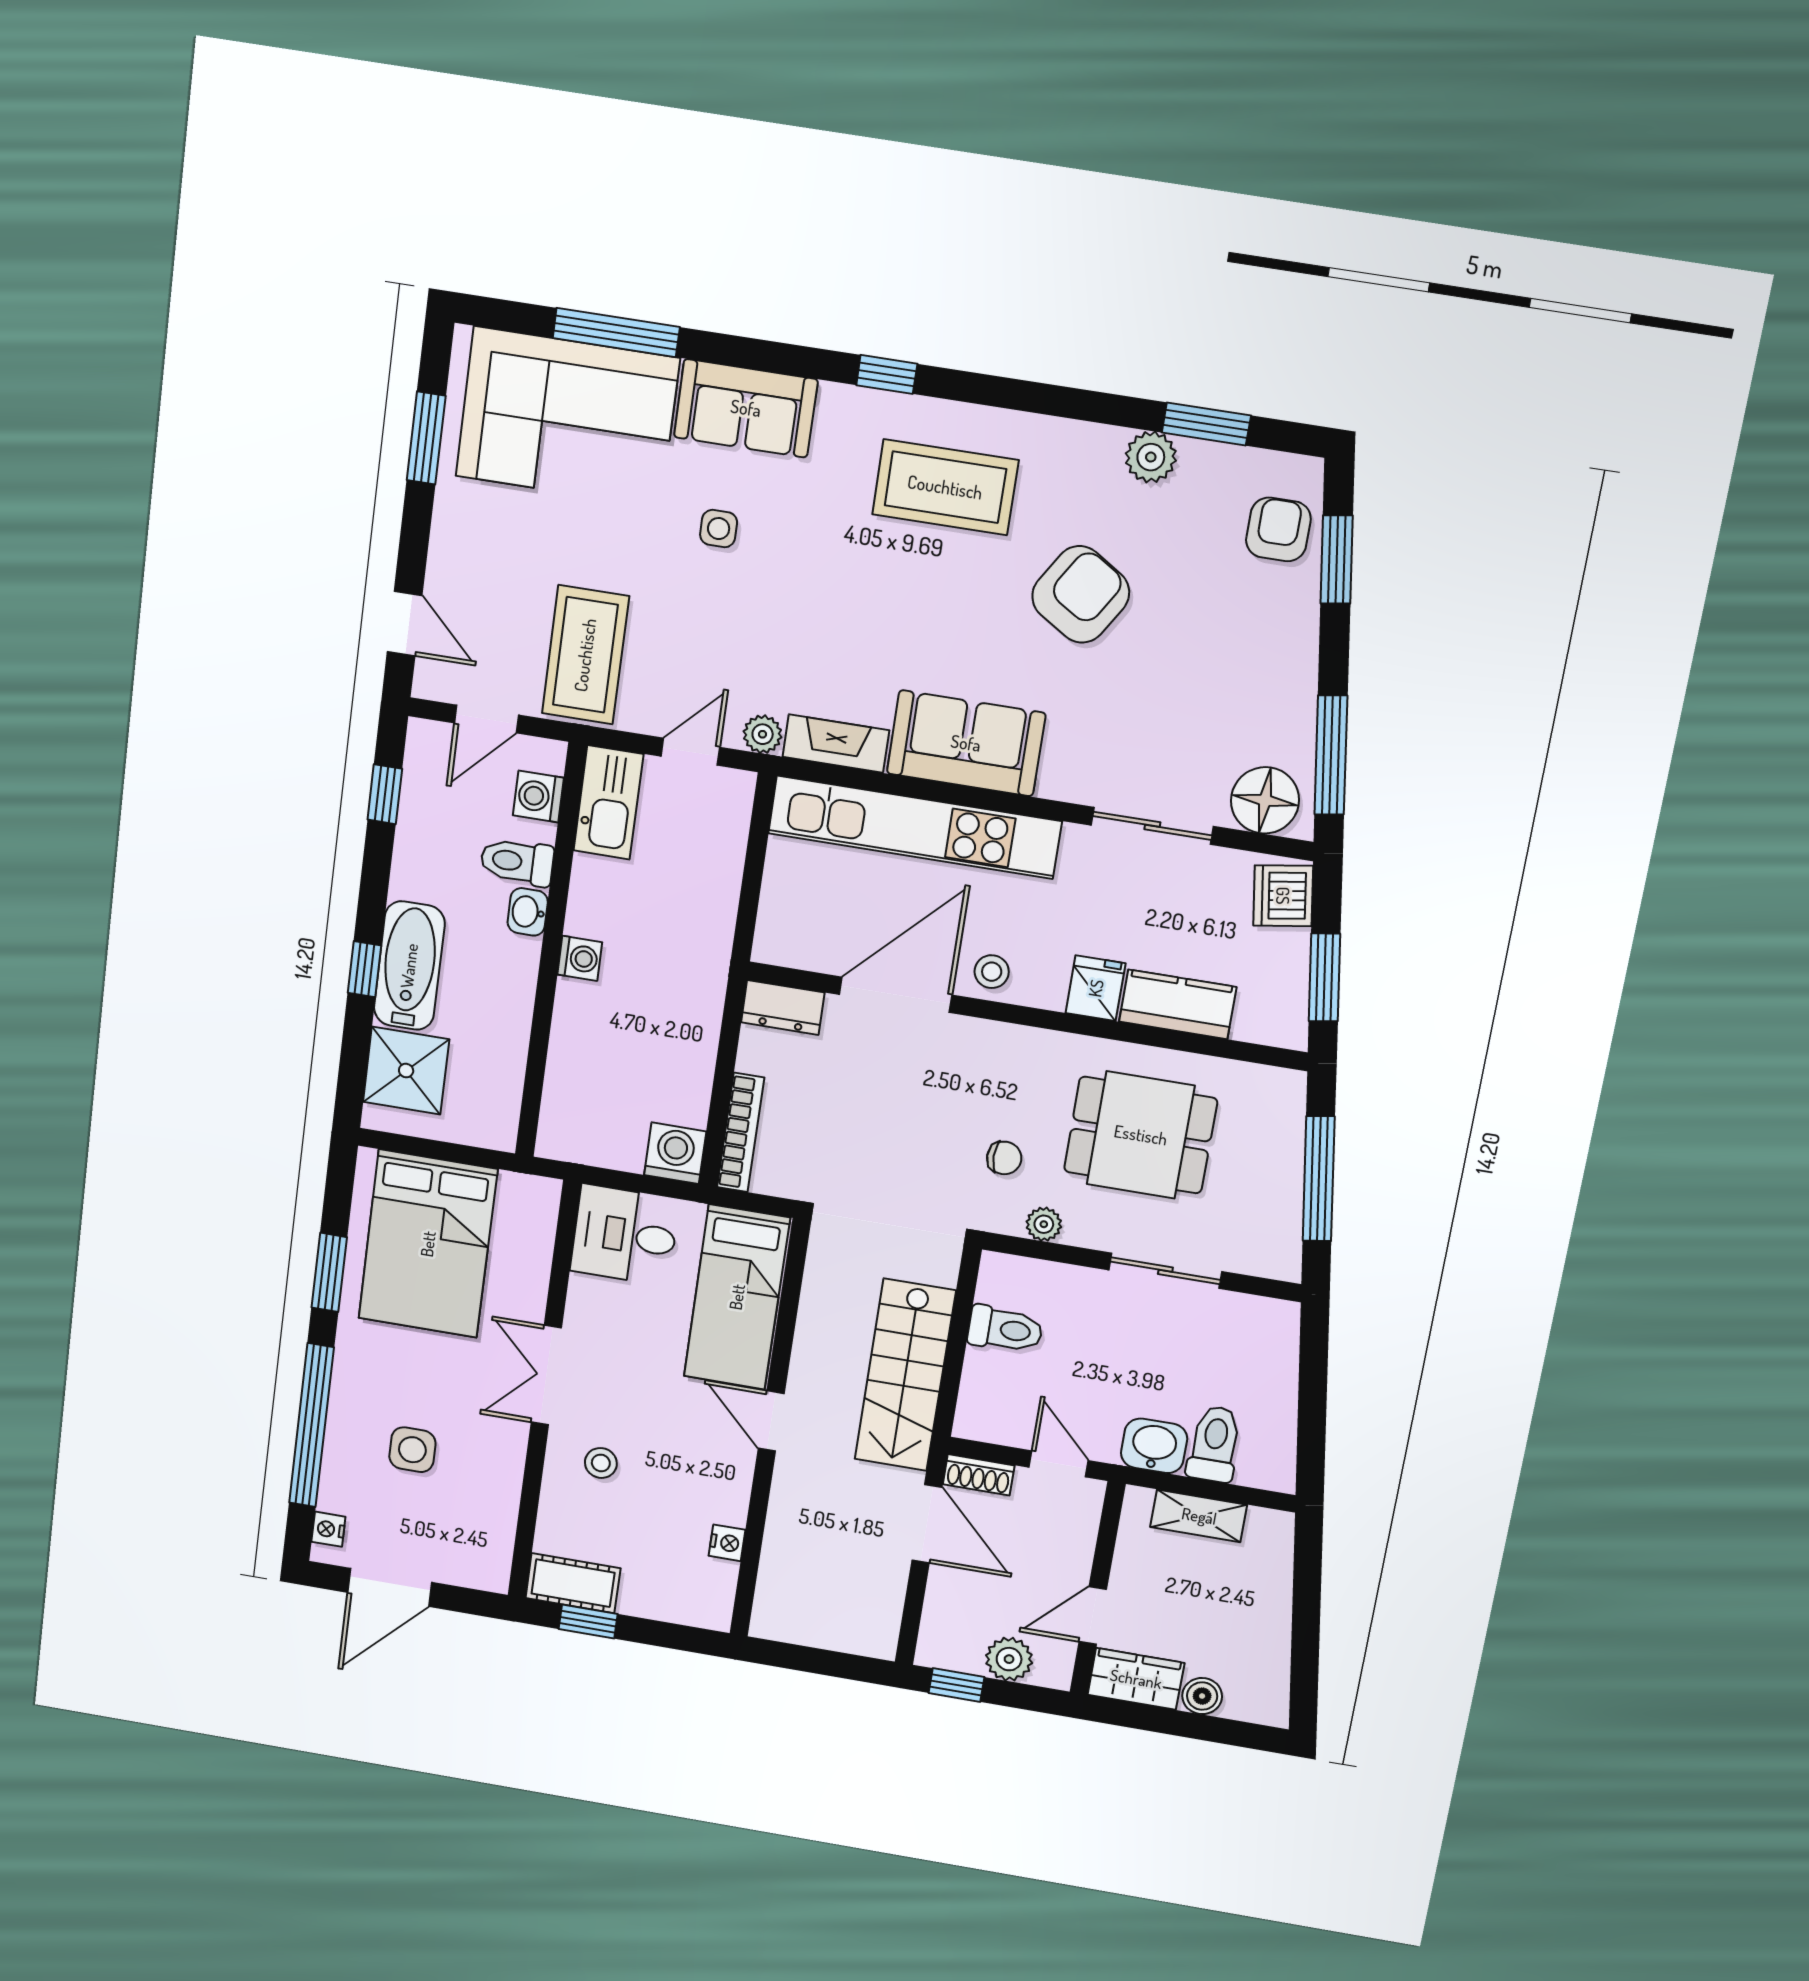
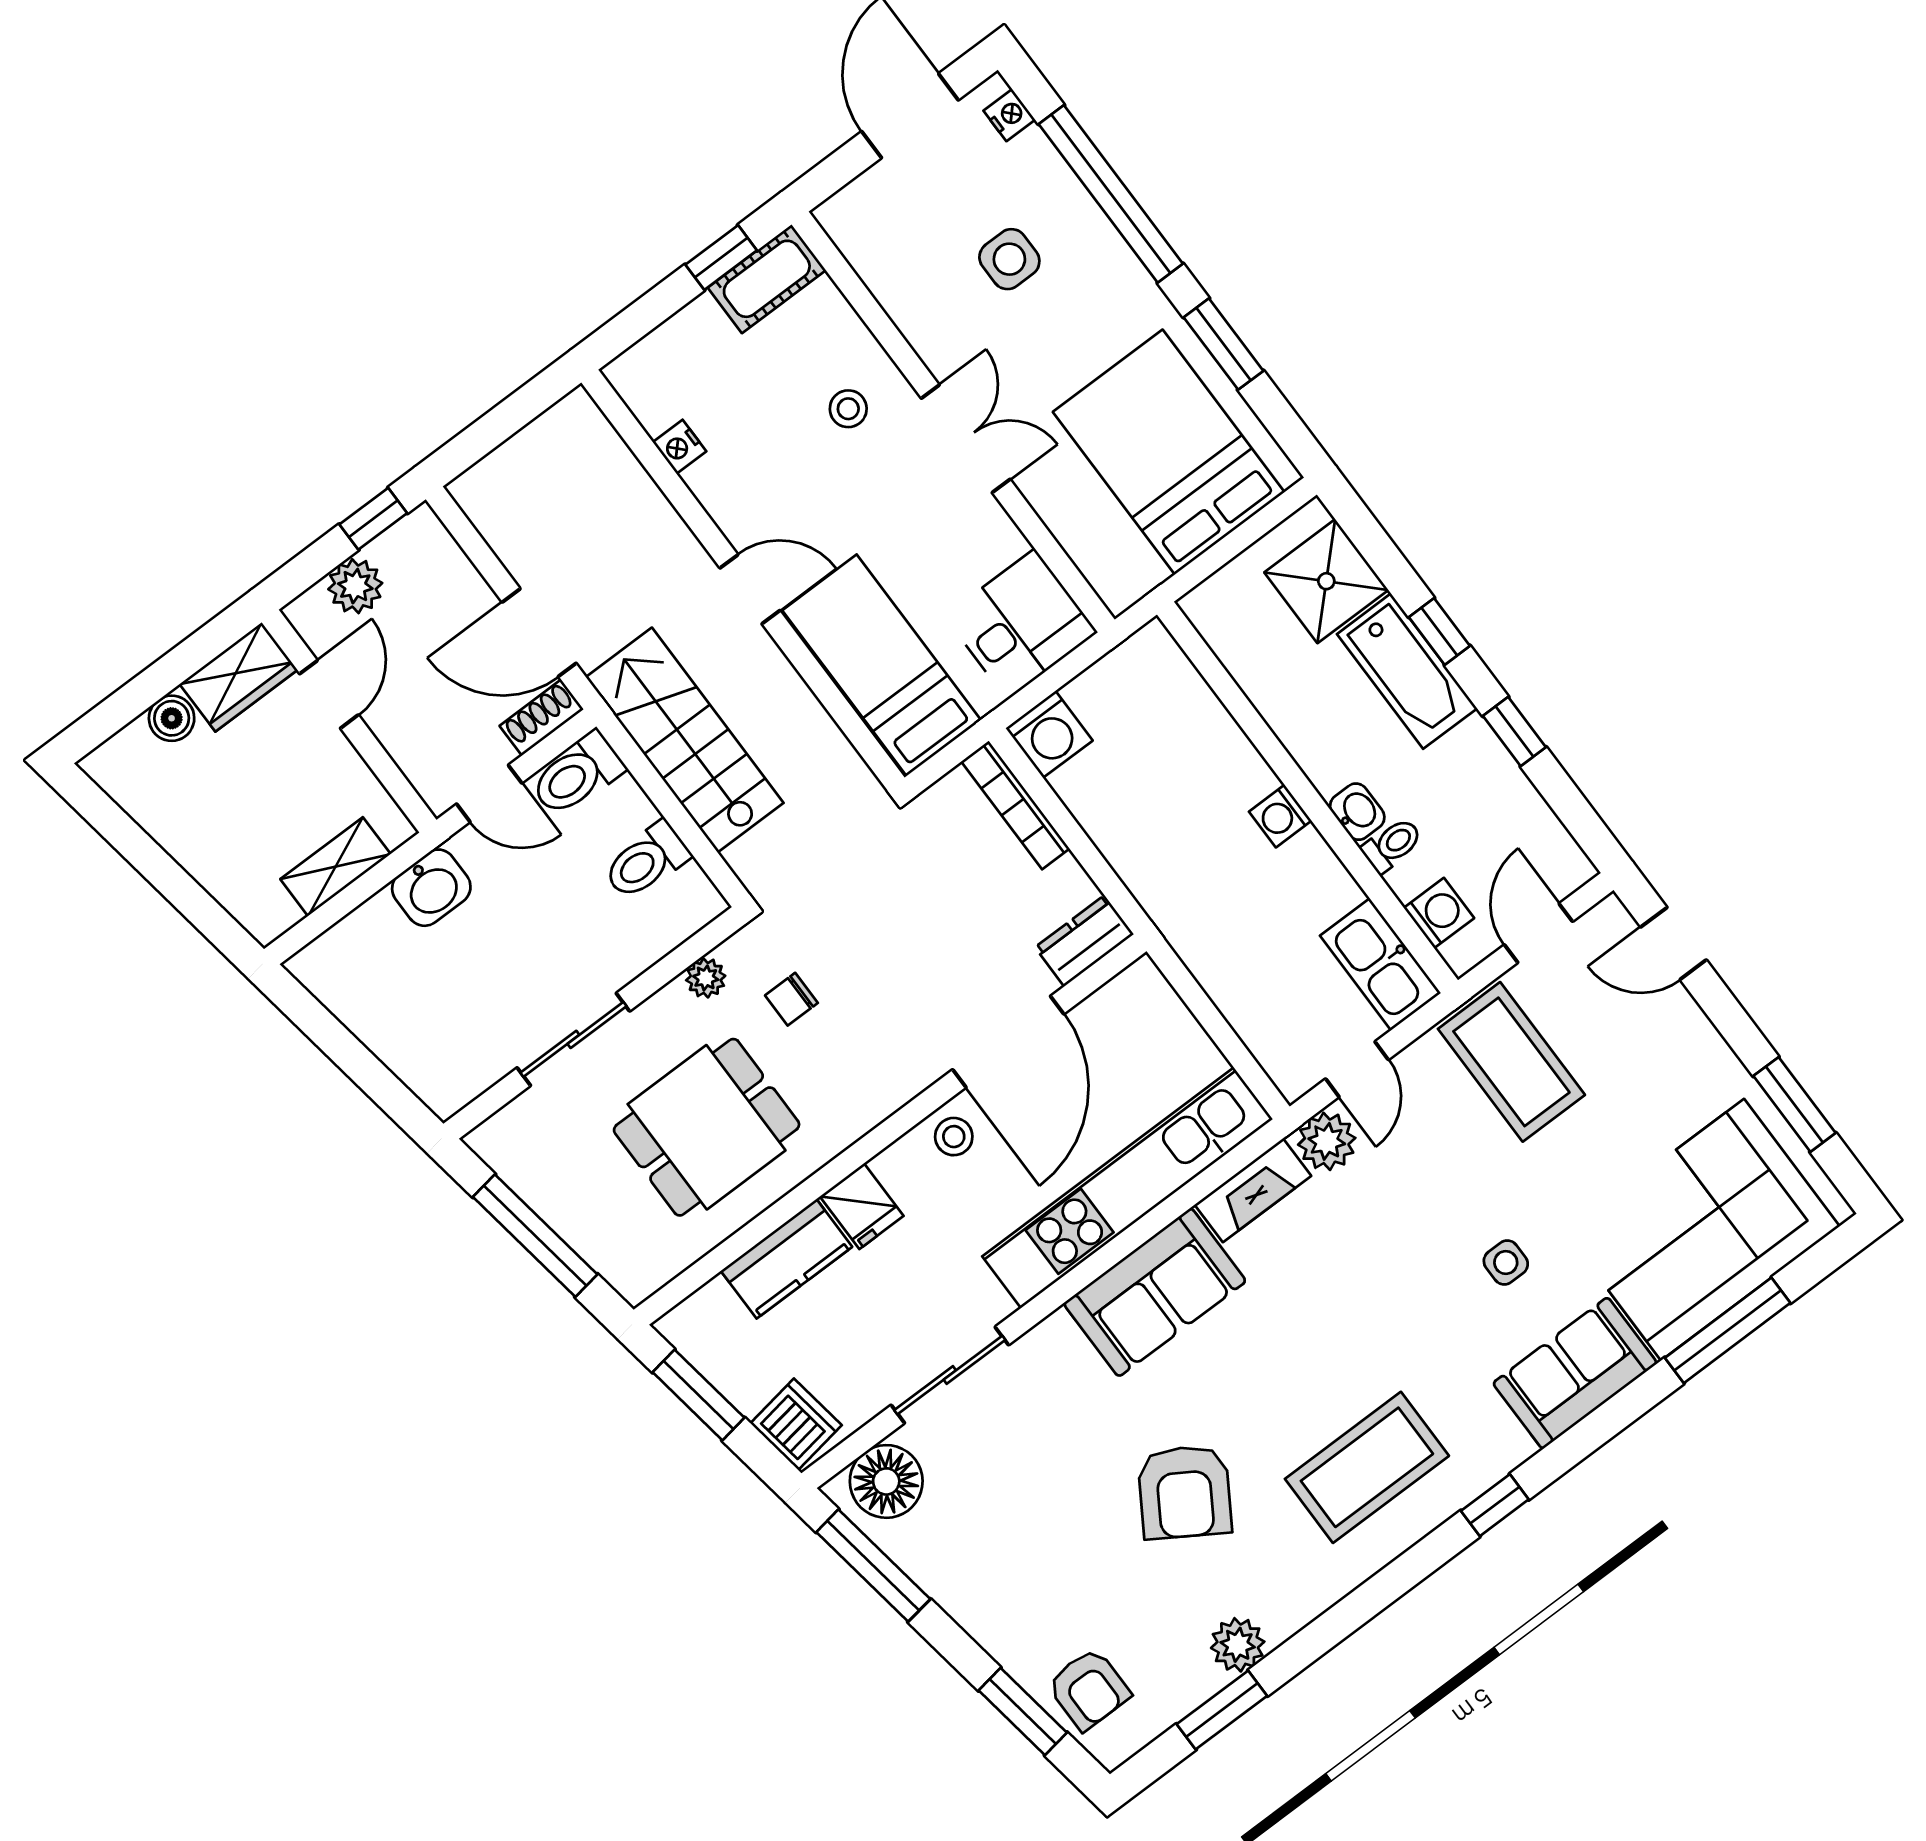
plant: (763, 734) -> (1327, 1141), width x1.38, depth x1.38
window: (385, 794) -> (1514, 732), moved
toilet: (517, 862) -> (1392, 845), width x0.73, depth x0.72
toilet: (1214, 1444) -> (577, 774), moved, turned 90

